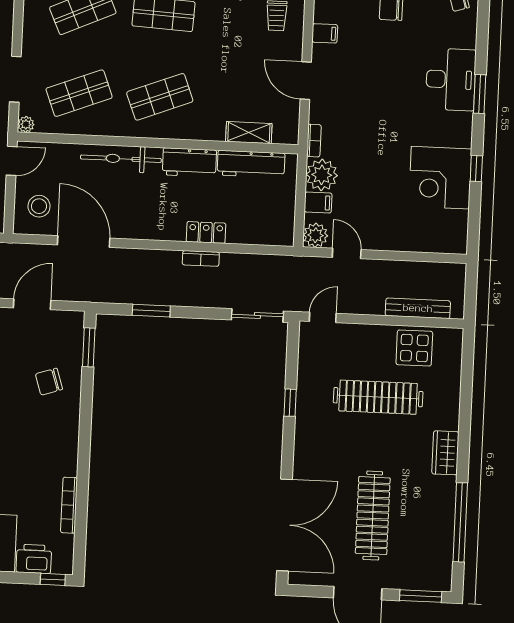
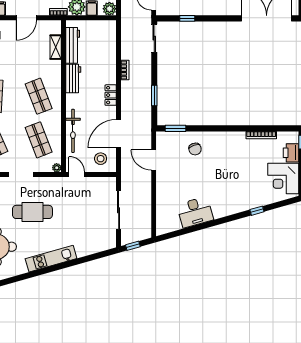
doorway: (15, 79) -> (21, 175), moved
bicycle: (121, 159) -> (73, 131), moved
locker: (206, 232) -> (111, 95), moved
window: (290, 403) -> (187, 18), moved

